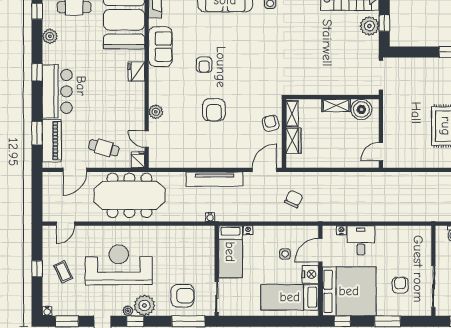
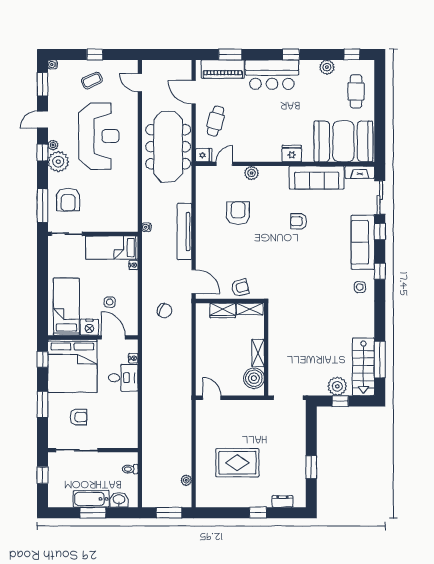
sofa: (160, 47) -> (317, 178), width x1.36
armchair: (214, 110) -> (238, 213), moved, turned 90

